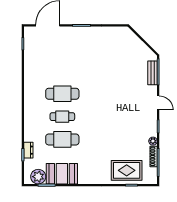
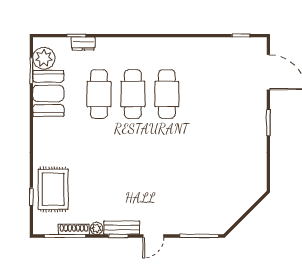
bench: (152, 73) -> (122, 228), moved
cafe table: (62, 117) -> (133, 94), width x1.37, depth x1.35

